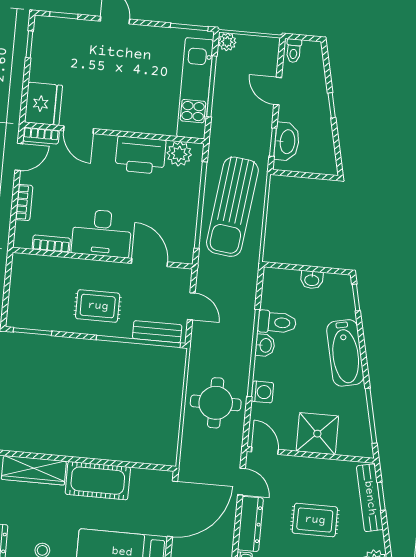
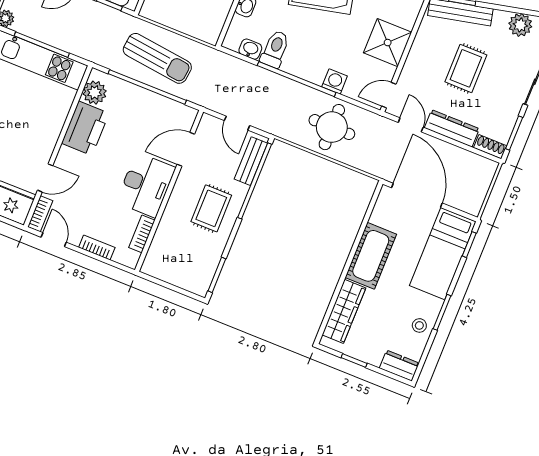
sun lounger: (232, 207) -> (157, 58), width x0.73, depth x0.75
door: (191, 306) -> (237, 123), swing flipped
washbasin: (265, 345) -> (250, 49), moved
door: (241, 482) -> (411, 125), hinge flipped

